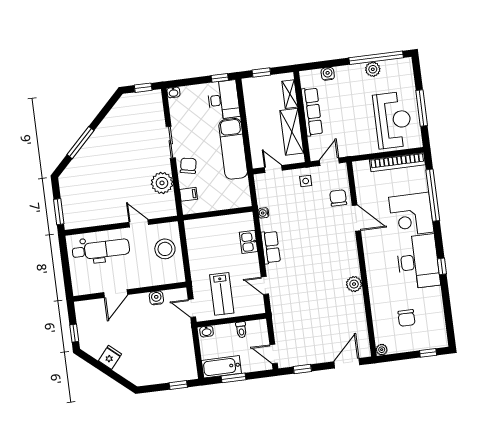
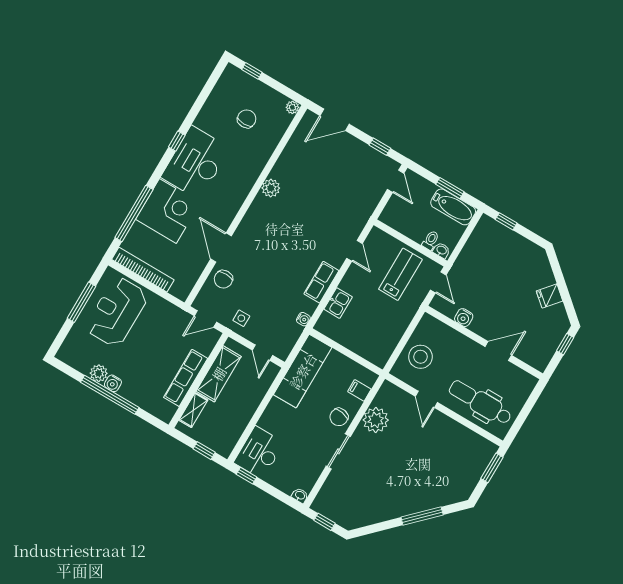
window: (376, 58) -> (110, 395), moved
water cooler: (328, 74) -> (113, 383), moved
exam couch: (233, 149) -> (303, 371), moved
toilet: (241, 330) -> (431, 240), moved

